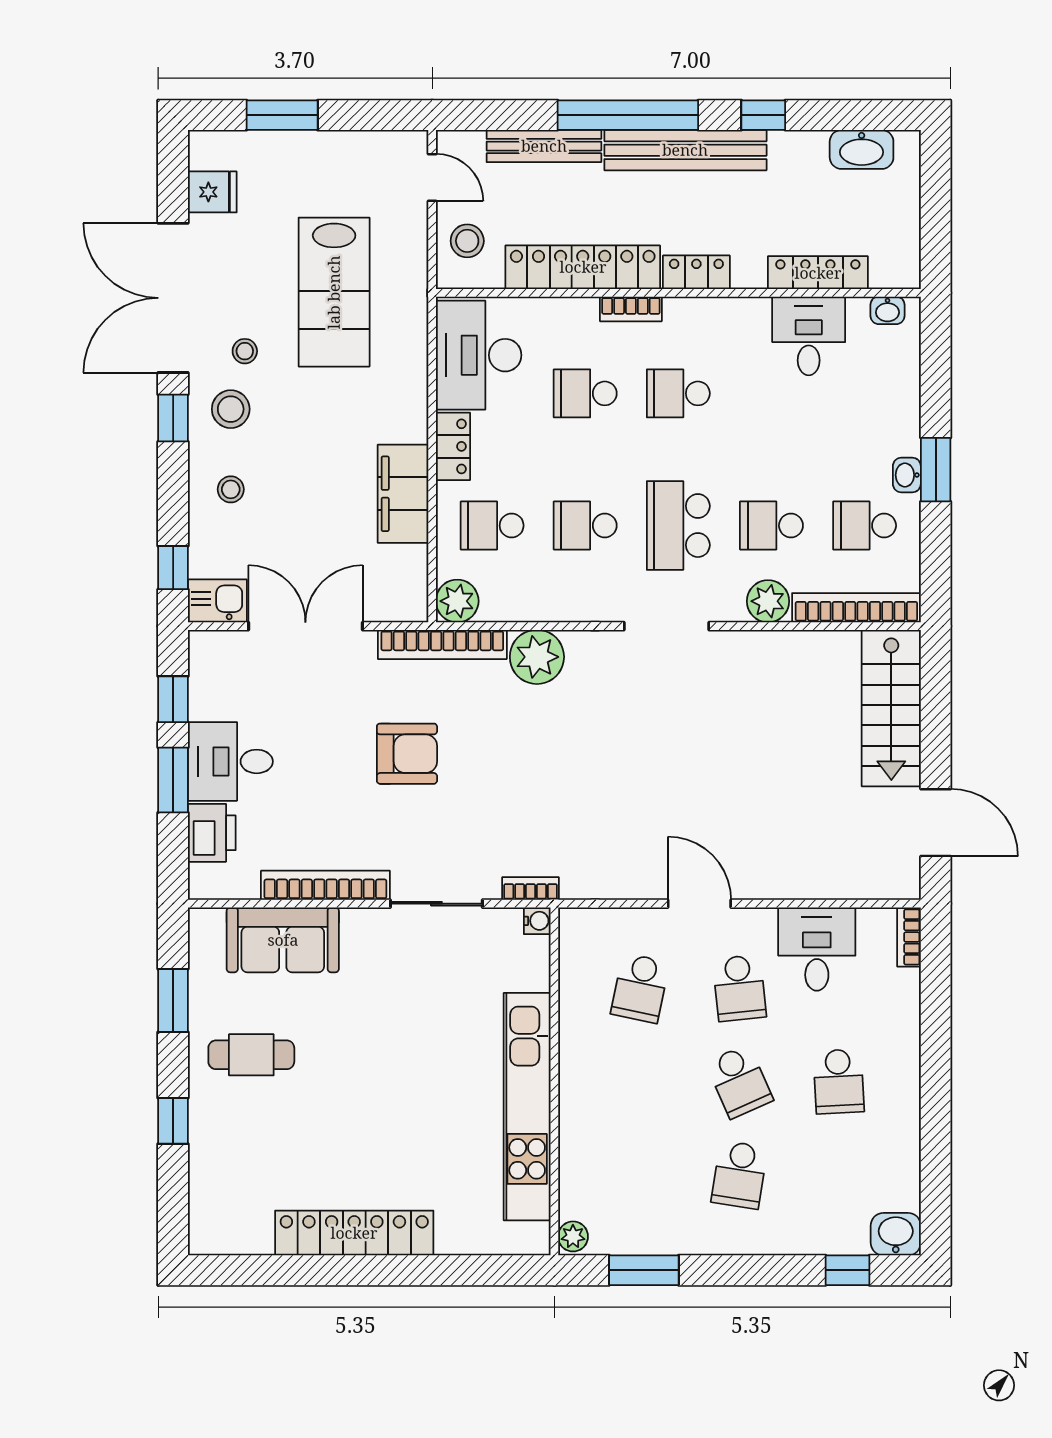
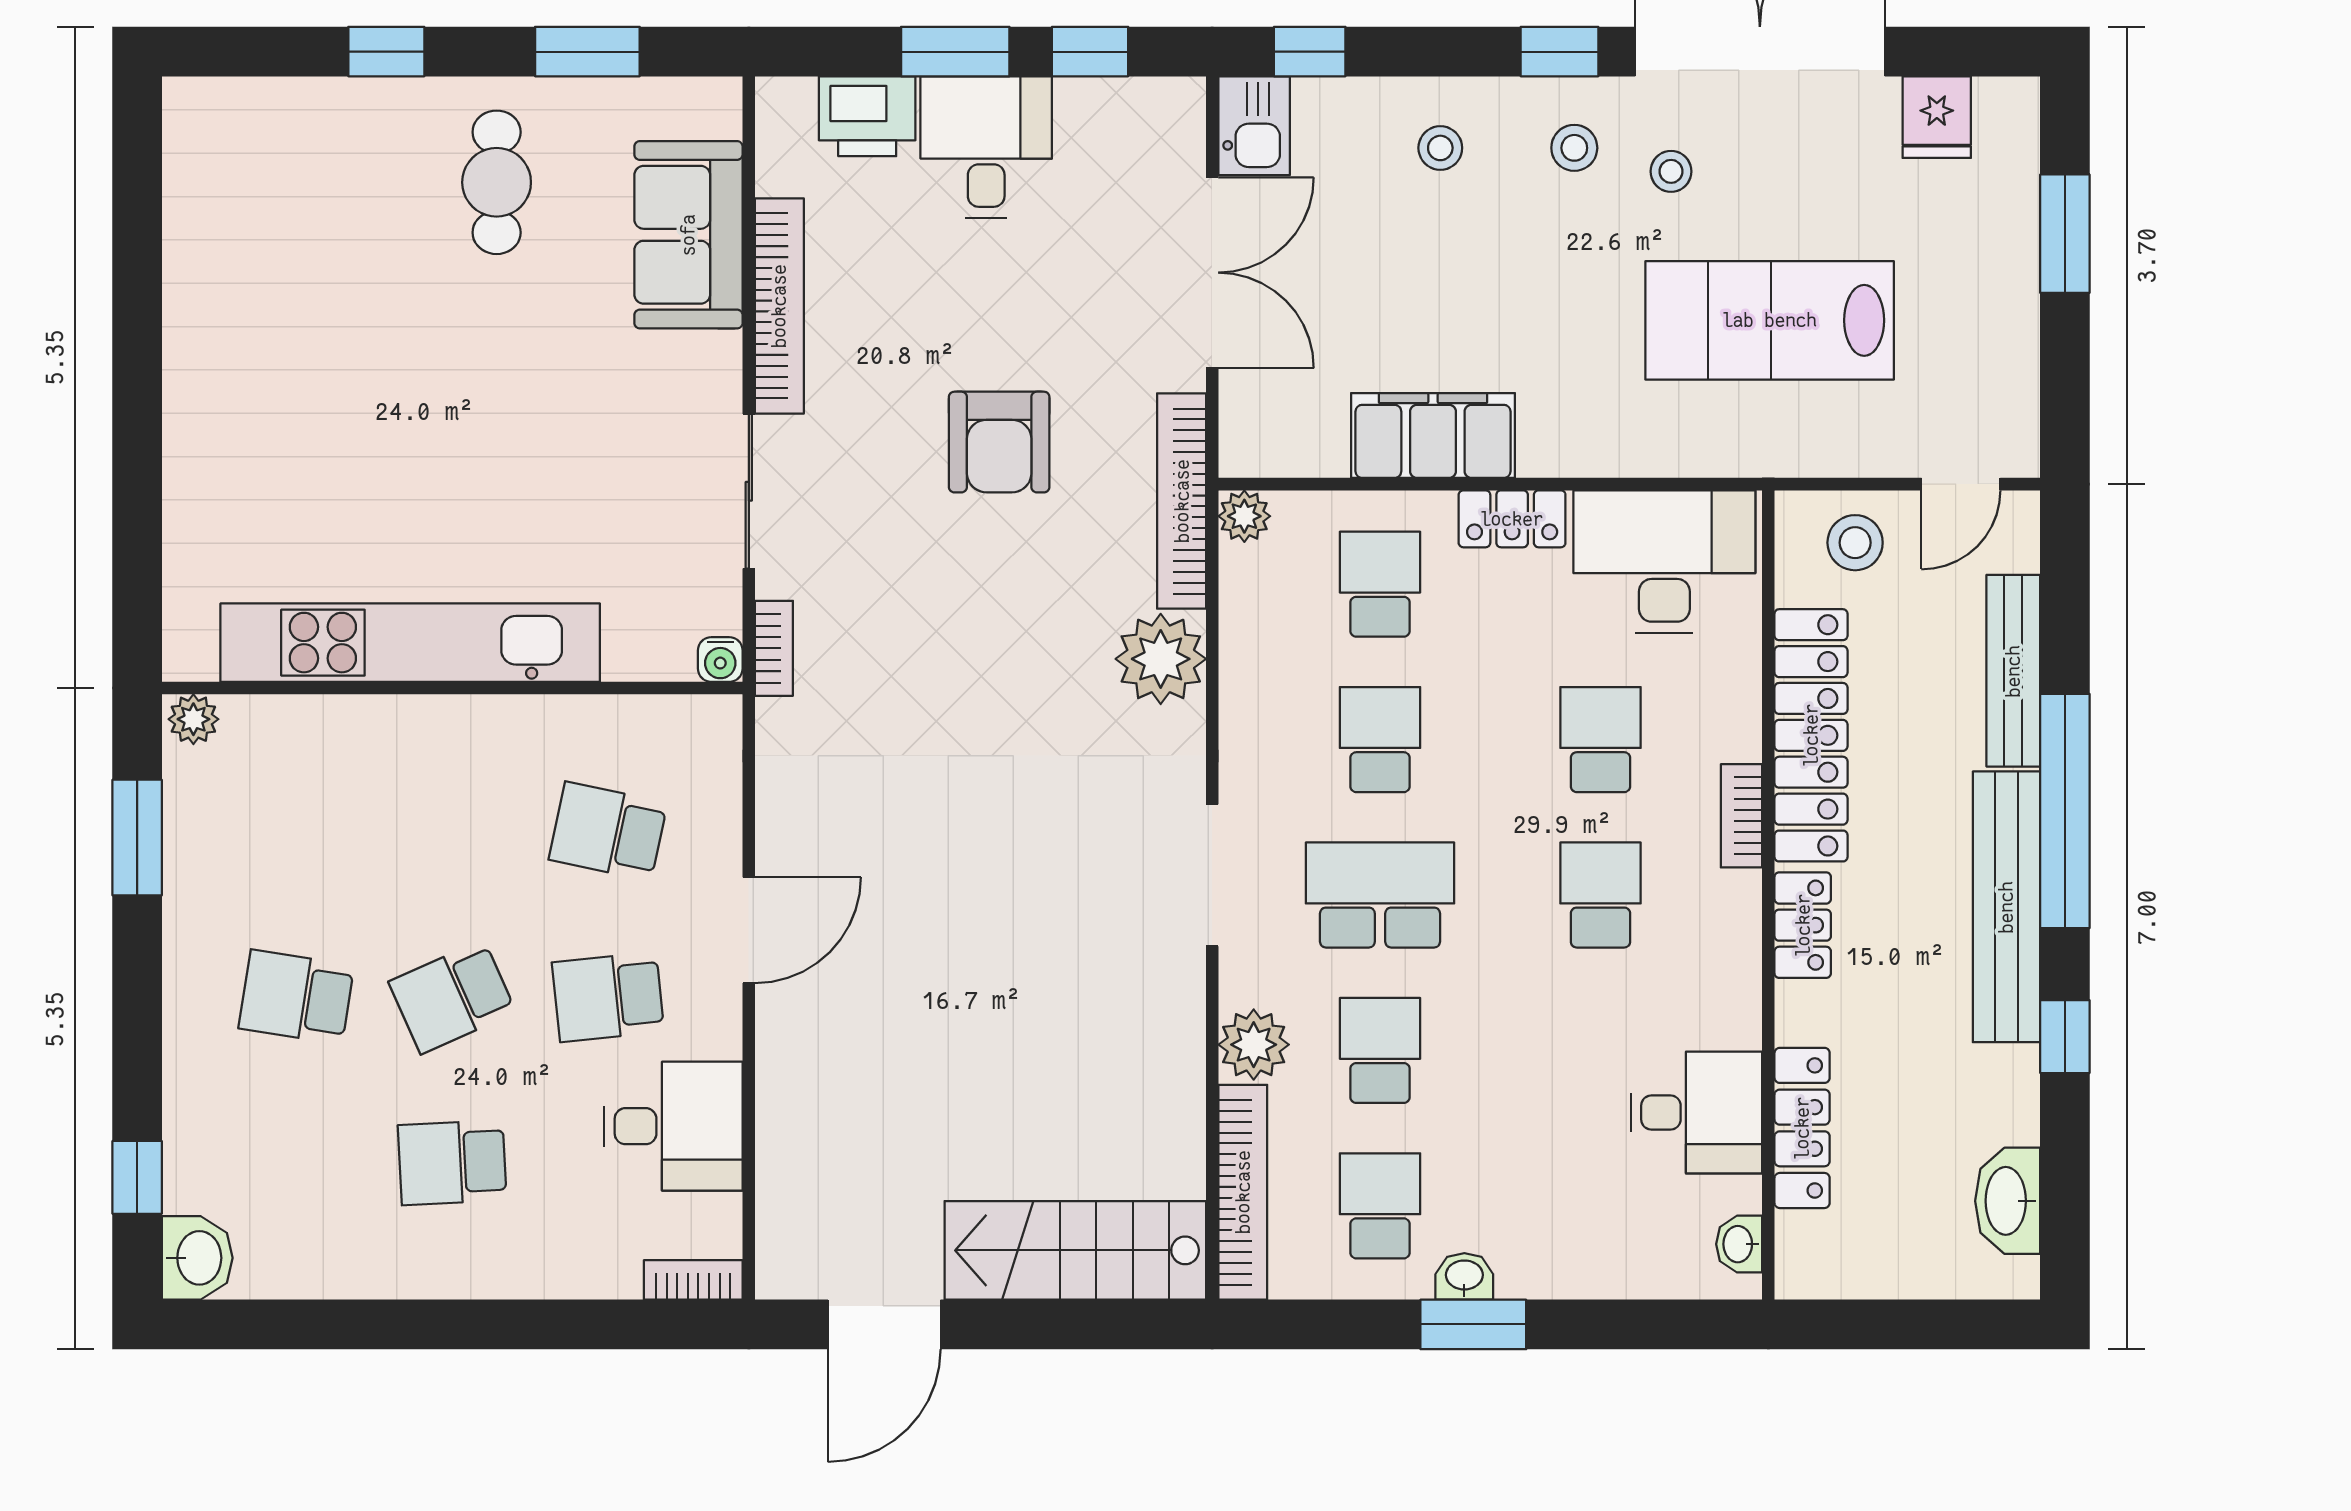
stool: (231, 409) -> (1574, 148), width x0.73, depth x0.73
plant: (457, 601) -> (1244, 516), width x0.73, depth x0.73
locker: (354, 1233) -> (199, 354), removed

